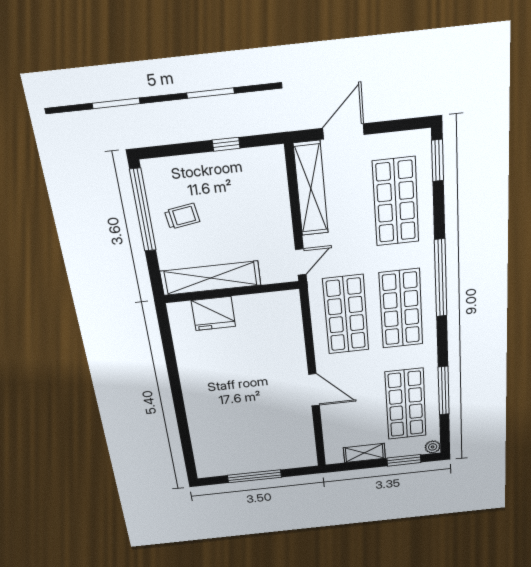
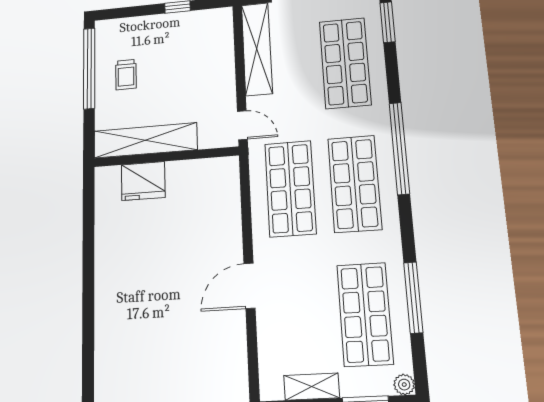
trolley: (182, 216) -> (126, 75), turned 99
door: (301, 262) -> (242, 125), hinge flipped
door: (314, 390) -> (250, 286), swing flipped

